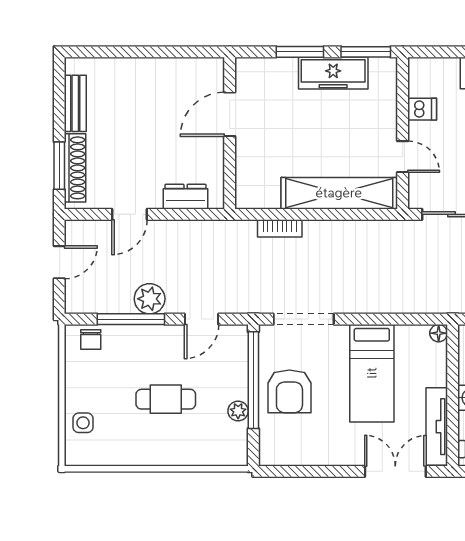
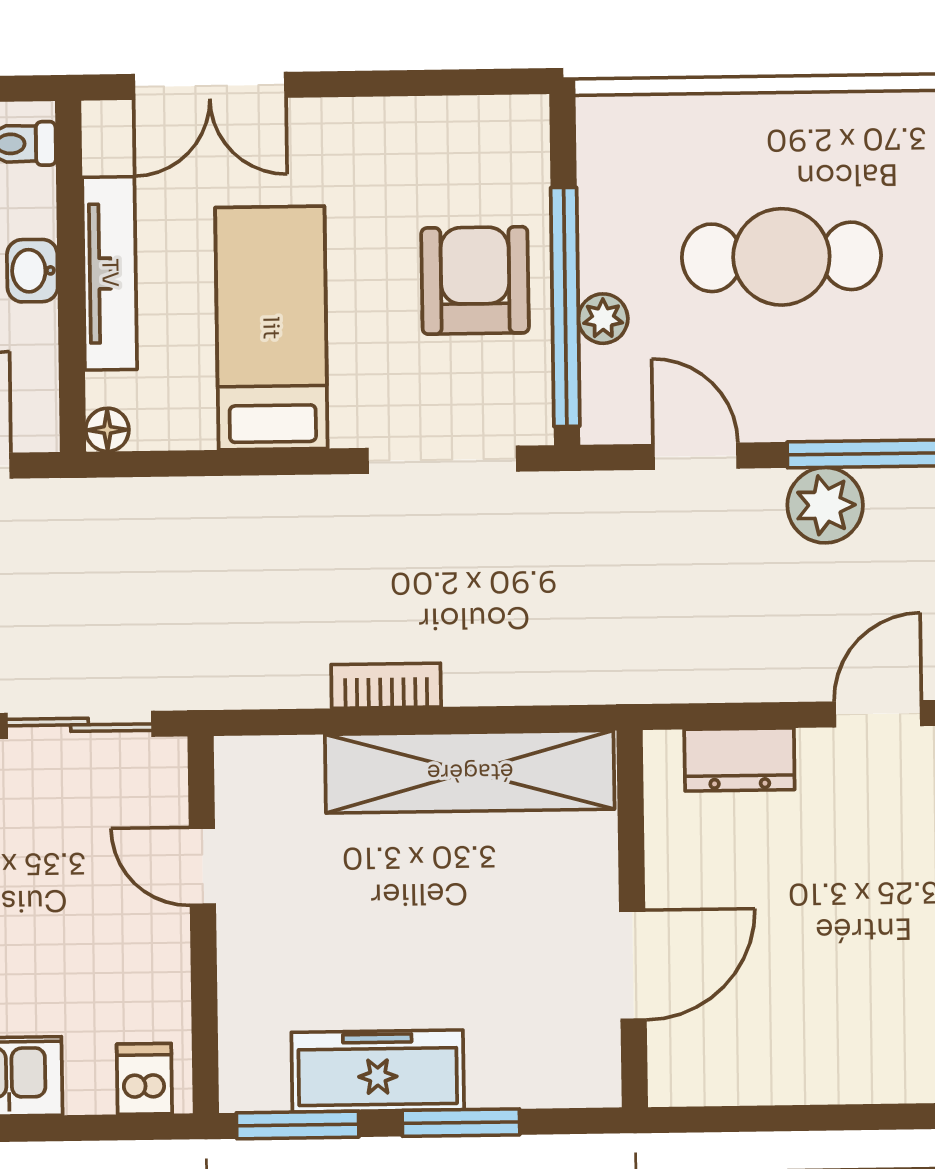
dishwasher: (422, 109) -> (144, 1079), moved, turned 90
shelving: (339, 193) -> (470, 772), moved
bookcase: (280, 228) -> (386, 686), moved
door: (202, 319) -> (696, 456), hinge flipped
cafe table: (166, 399) -> (781, 257), width x1.37, depth x1.35
plant: (238, 411) -> (603, 319), moved
tv unit: (437, 427) -> (110, 273), moved

